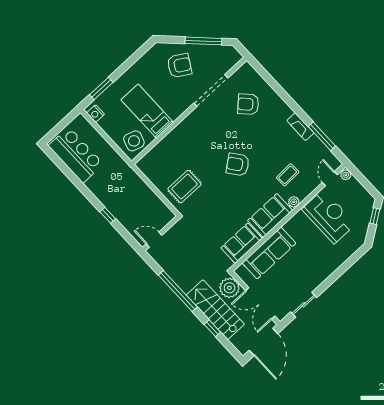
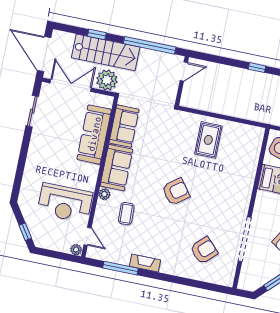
wall: (161, 233) -> (182, 81), moved
door: (154, 240) -> (184, 72), moved

